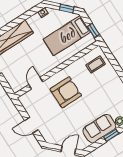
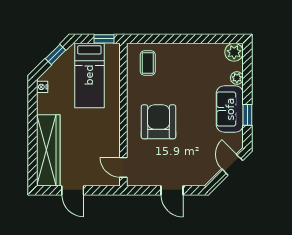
door: (36, 83) -> (123, 167), moved
door: (31, 125) -> (172, 190), hinge flipped
window: (111, 135) -> (247, 115), moved

